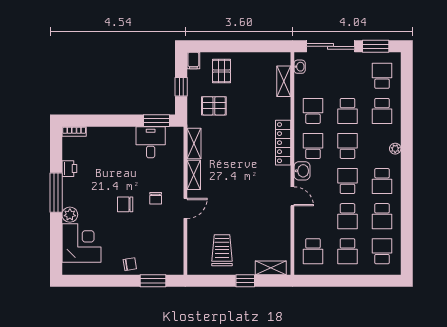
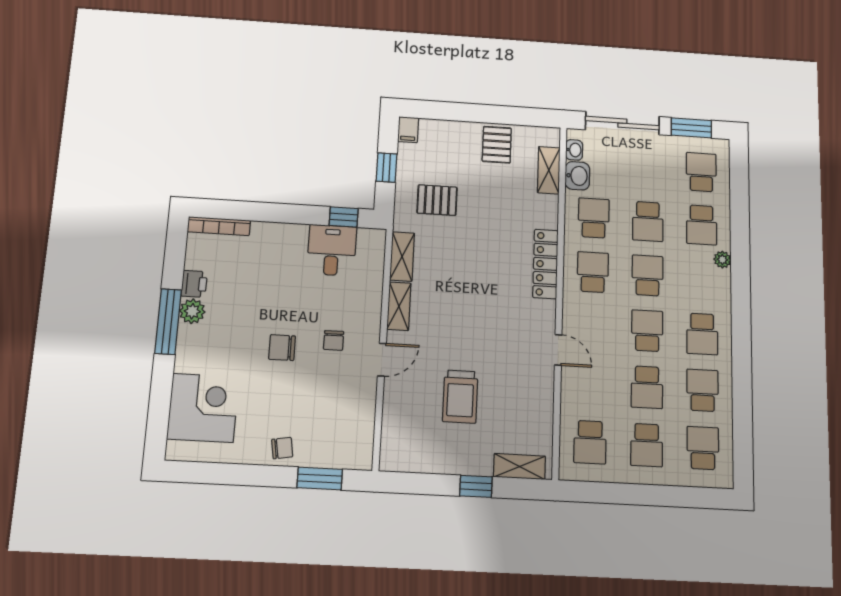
pallet: (222, 71) -> (497, 145), moved
window: (157, 121) -> (344, 217), width x0.67
bookcase: (74, 131) -> (219, 226), width x1.56
plant: (395, 149) -> (722, 260), moved
washbasin: (302, 171) -> (577, 176), moved
plant: (70, 215) -> (192, 311), moved
school desk: (382, 216) -> (703, 390), turned 180
trolley: (222, 250) -> (460, 397), moved, turned 180

